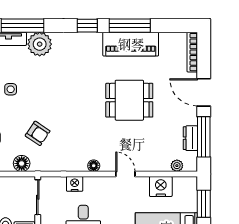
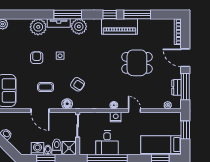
piano: (131, 44) -> (119, 27), moved
nightstand: (75, 184) -> (116, 117), moved
nightstand: (161, 187) -> (157, 119), removed

